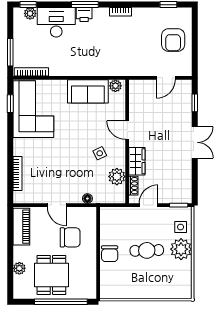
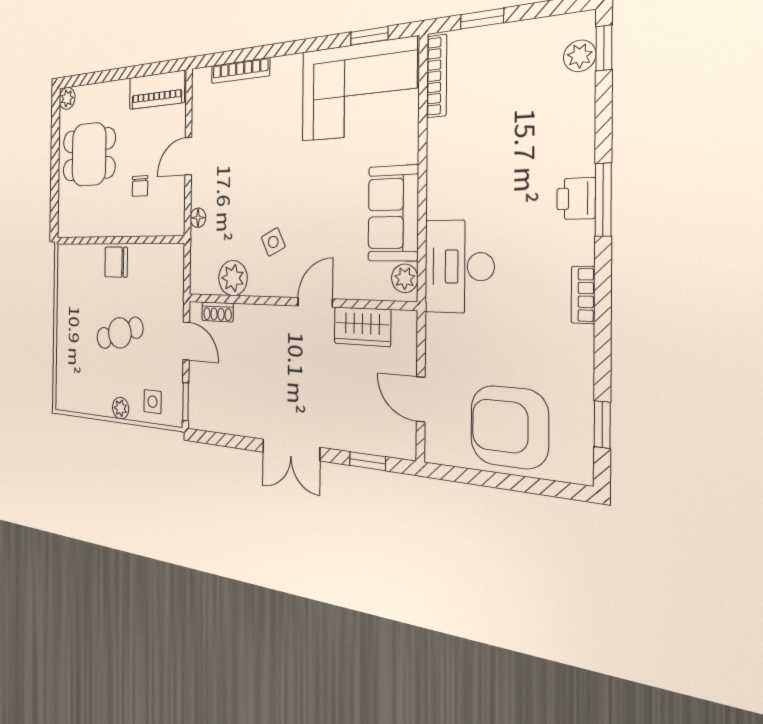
desk: (56, 22) -> (459, 266), moved, turned 180
armchair: (173, 40) -> (509, 427), width x1.36, depth x1.36
window: (10, 52) -> (482, 19), width x0.67
wardrobe: (137, 161) -> (362, 327), moved
chair: (70, 237) -> (140, 186), width x0.54, depth x0.54
plant: (181, 249) -> (121, 408), width x0.53, depth x0.53
cafe table: (147, 250) -> (120, 333), turned 76
plant: (19, 268) -> (67, 98), moved
window: (61, 302) -> (55, 174), removed

